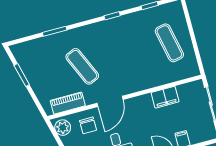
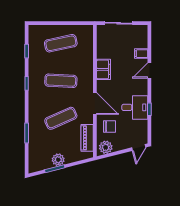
exercise mat: (126, 55) -> (61, 81), added
plant: (33, 76) -> (58, 160), added
filing cabinet: (165, 97) -> (104, 69), moved

